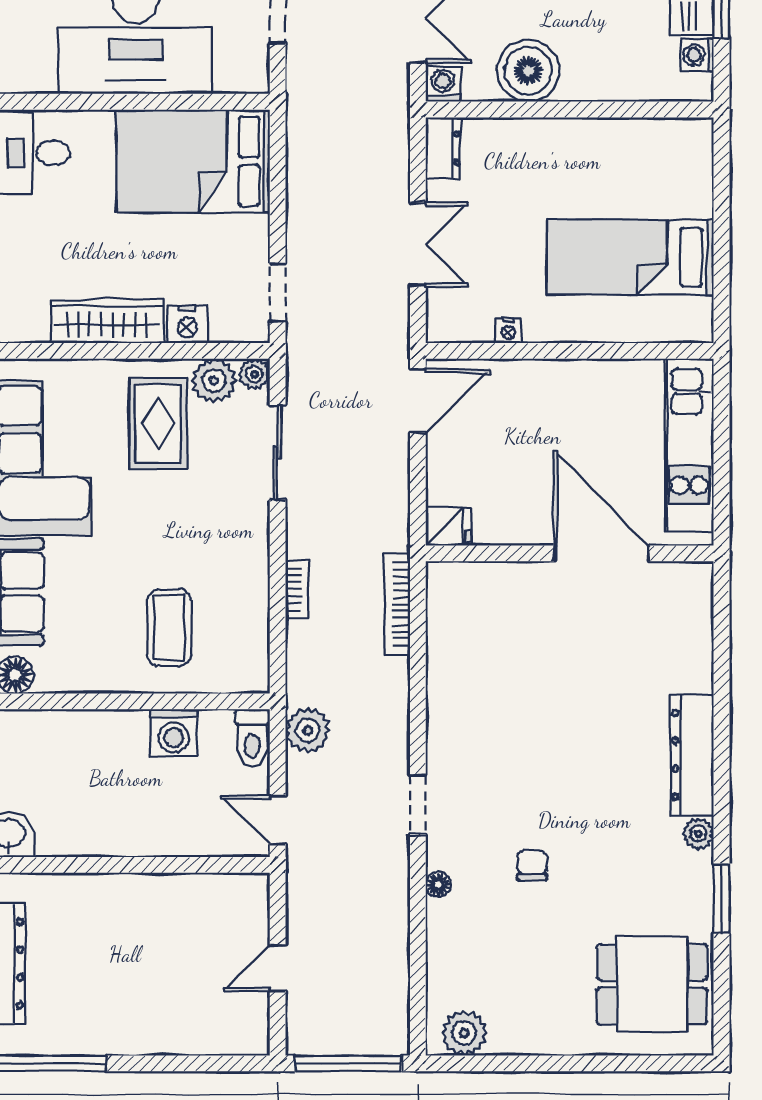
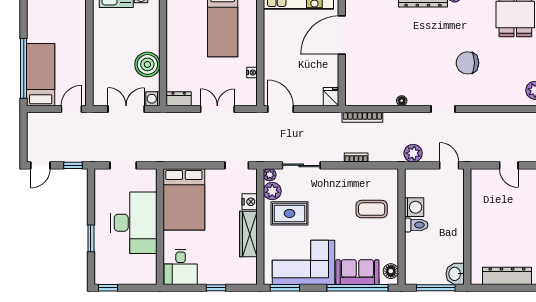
toilet: (252, 738) -> (416, 225), moved
door: (278, 820) -> (449, 165), swing flipped
chair: (532, 865) -> (467, 63), width x1.87, depth x1.87
floor lamp: (438, 884) -> (402, 101), moved

